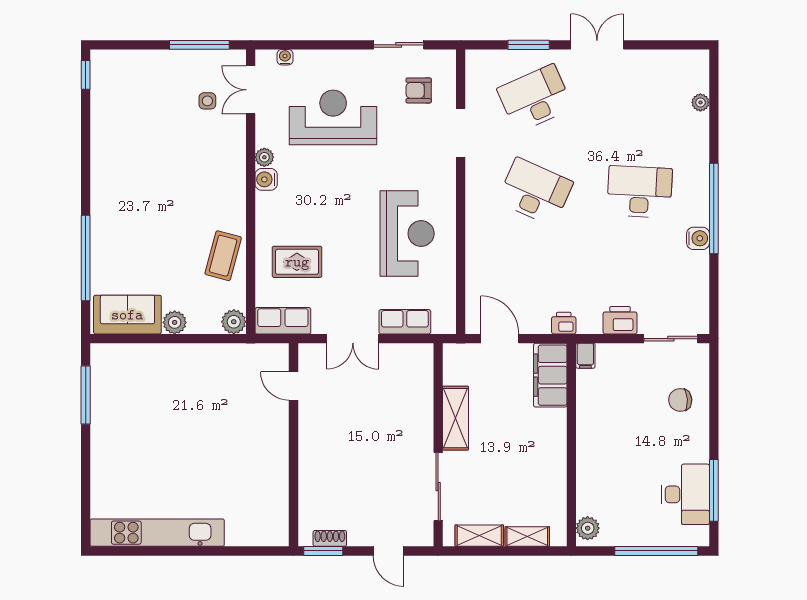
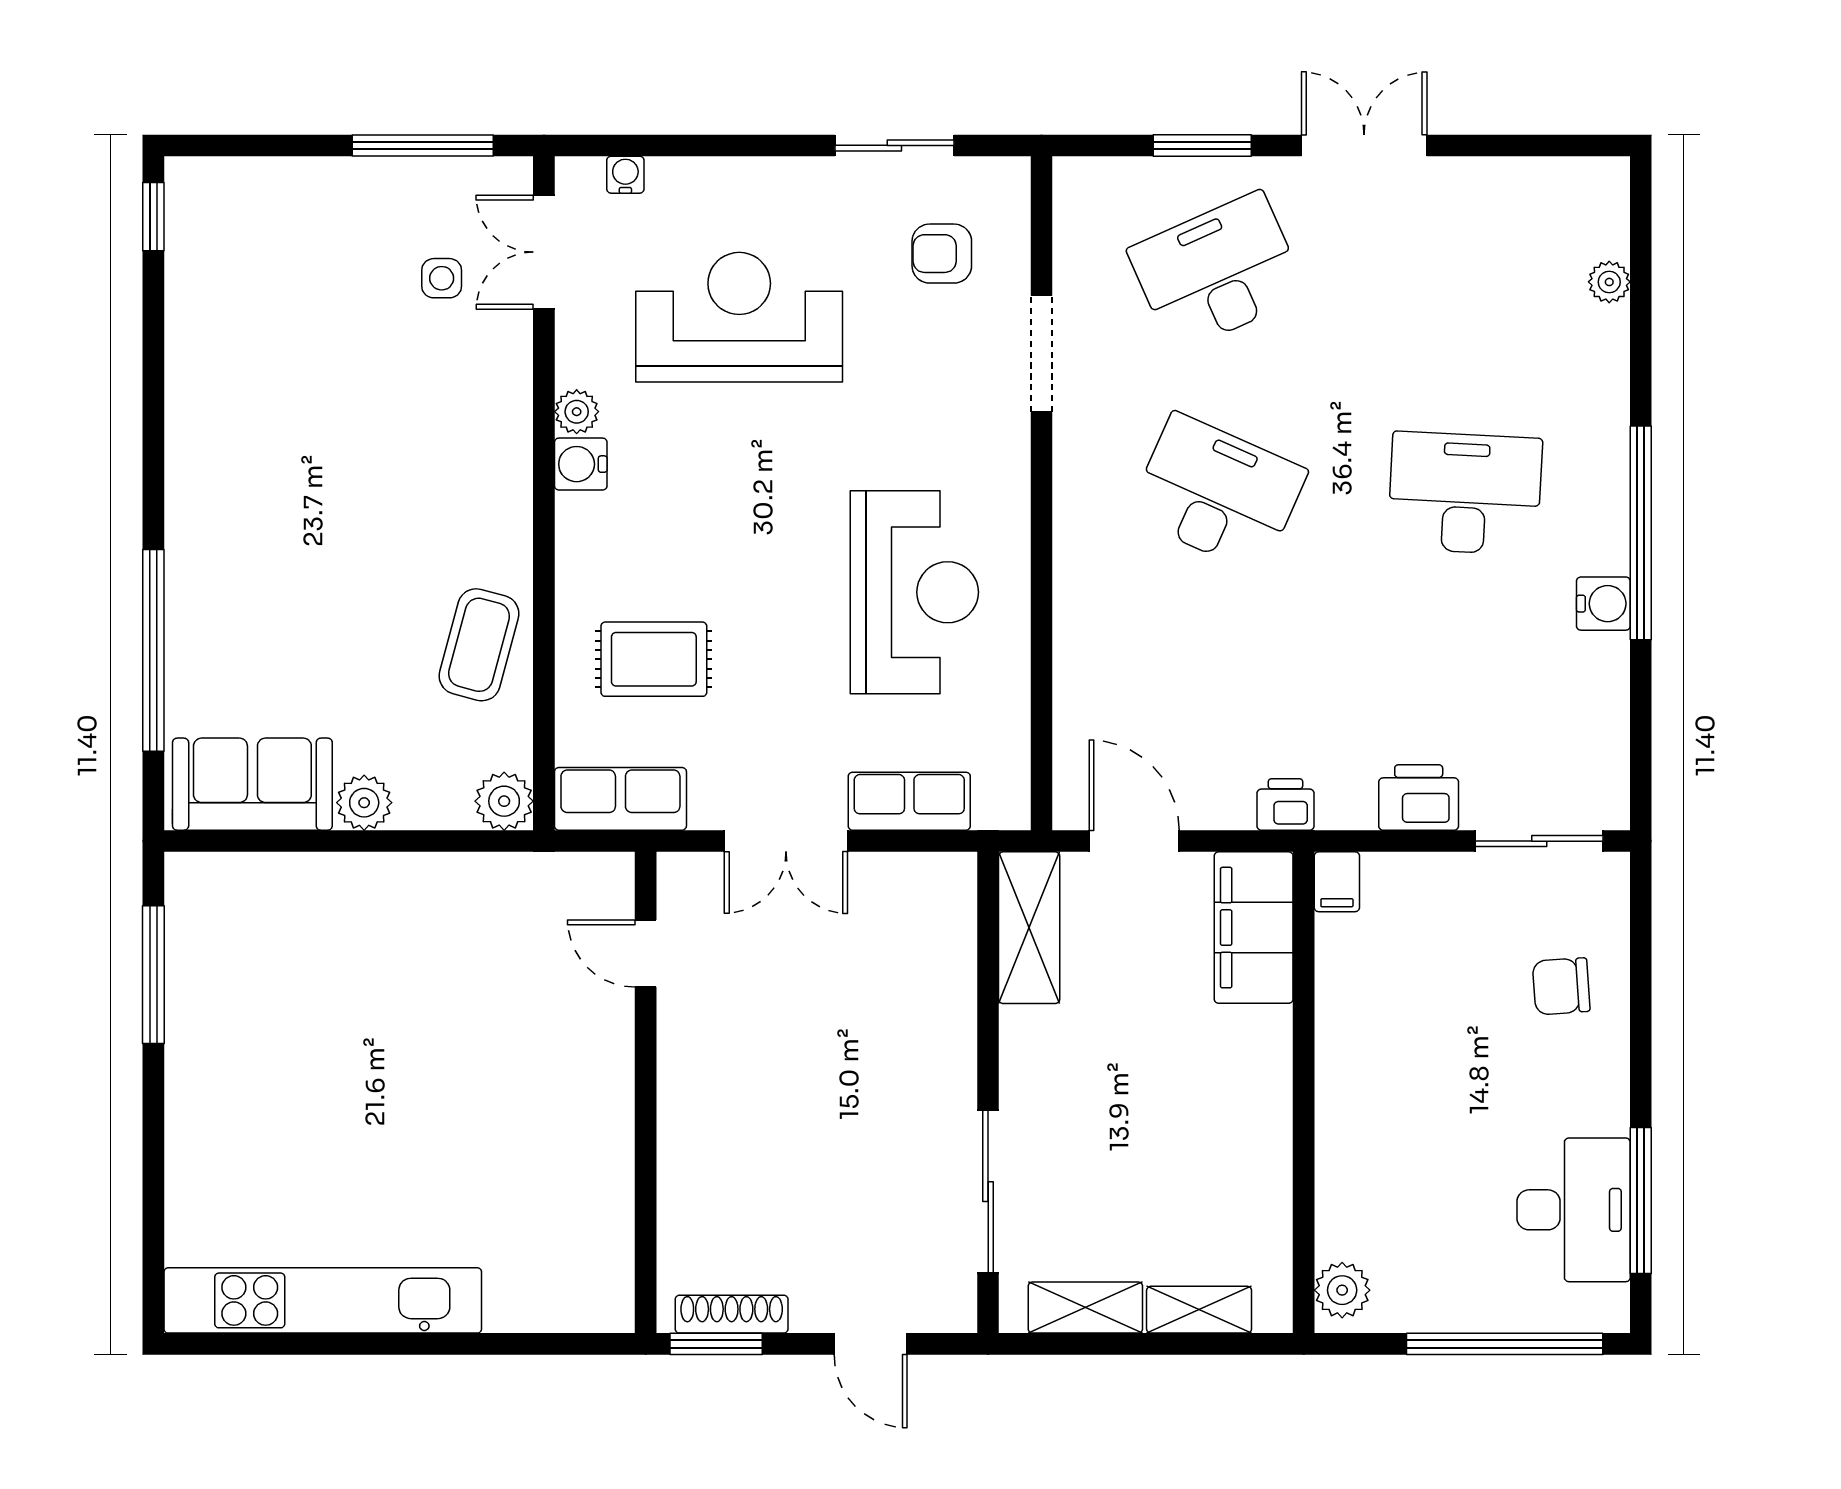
shelving: (455, 418) -> (1029, 928), moved
shoe rack: (330, 538) -> (732, 1314), width x1.43

